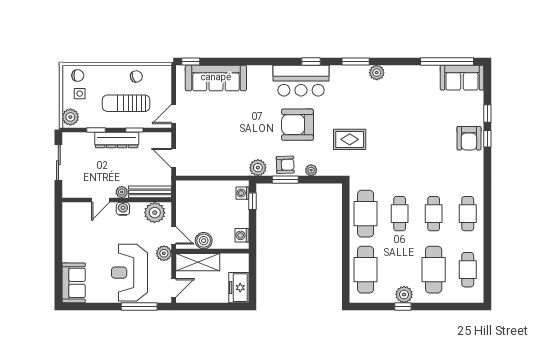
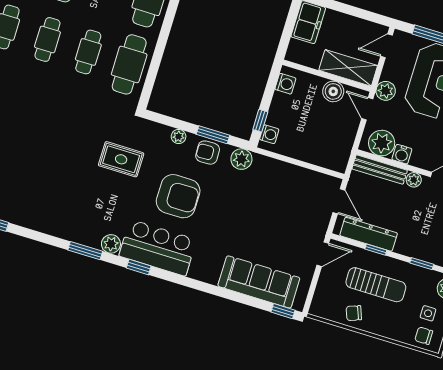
plant: (377, 73) -> (111, 244), moved
dresser: (117, 140) -> (369, 234), moved
water cooler: (123, 209) -> (402, 154), moved

